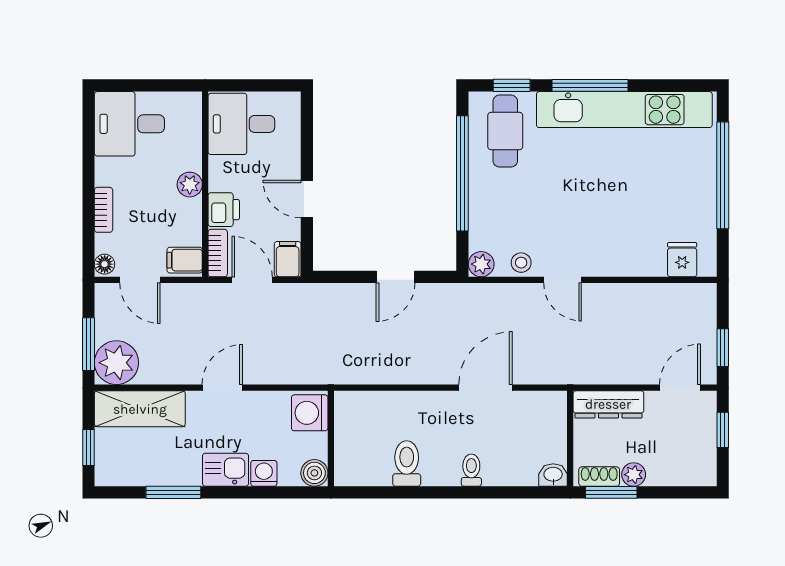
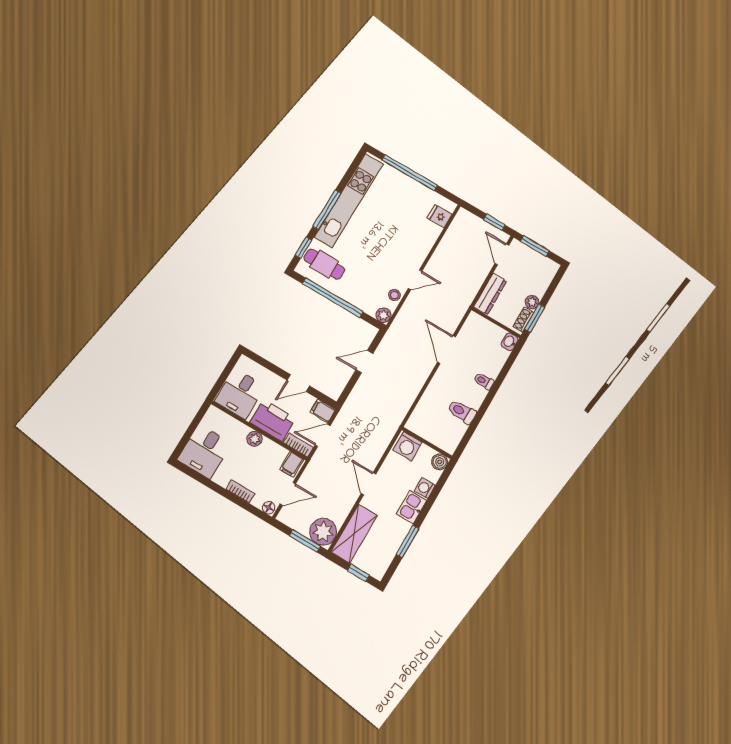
printer: (224, 210) -> (273, 420), width x1.87, depth x1.48
door: (396, 277) -> (364, 362), swing flipped
window: (723, 430) -> (535, 246), width x1.50

